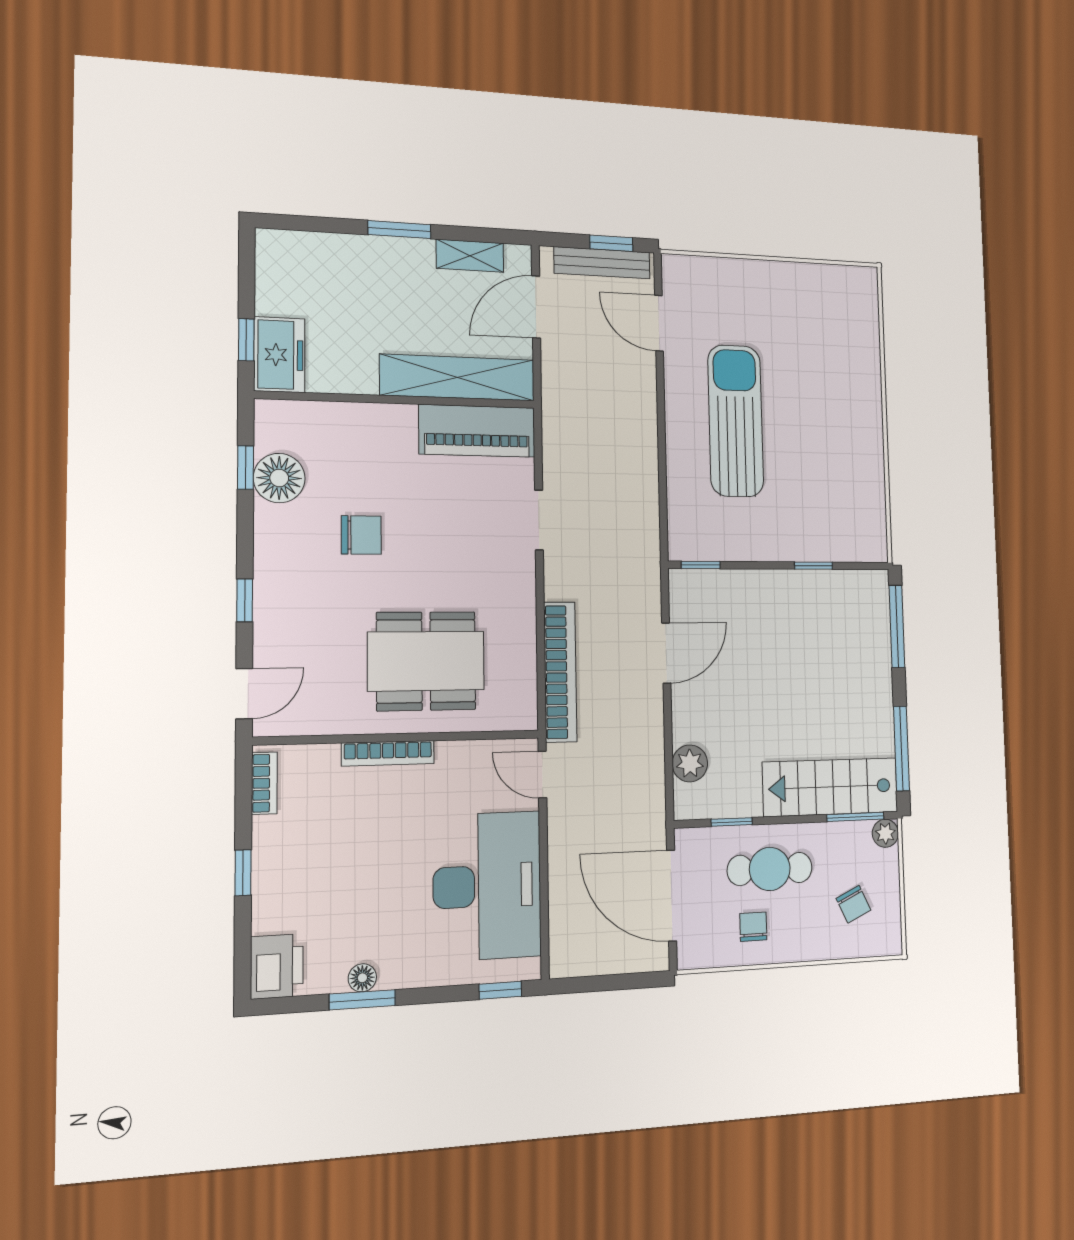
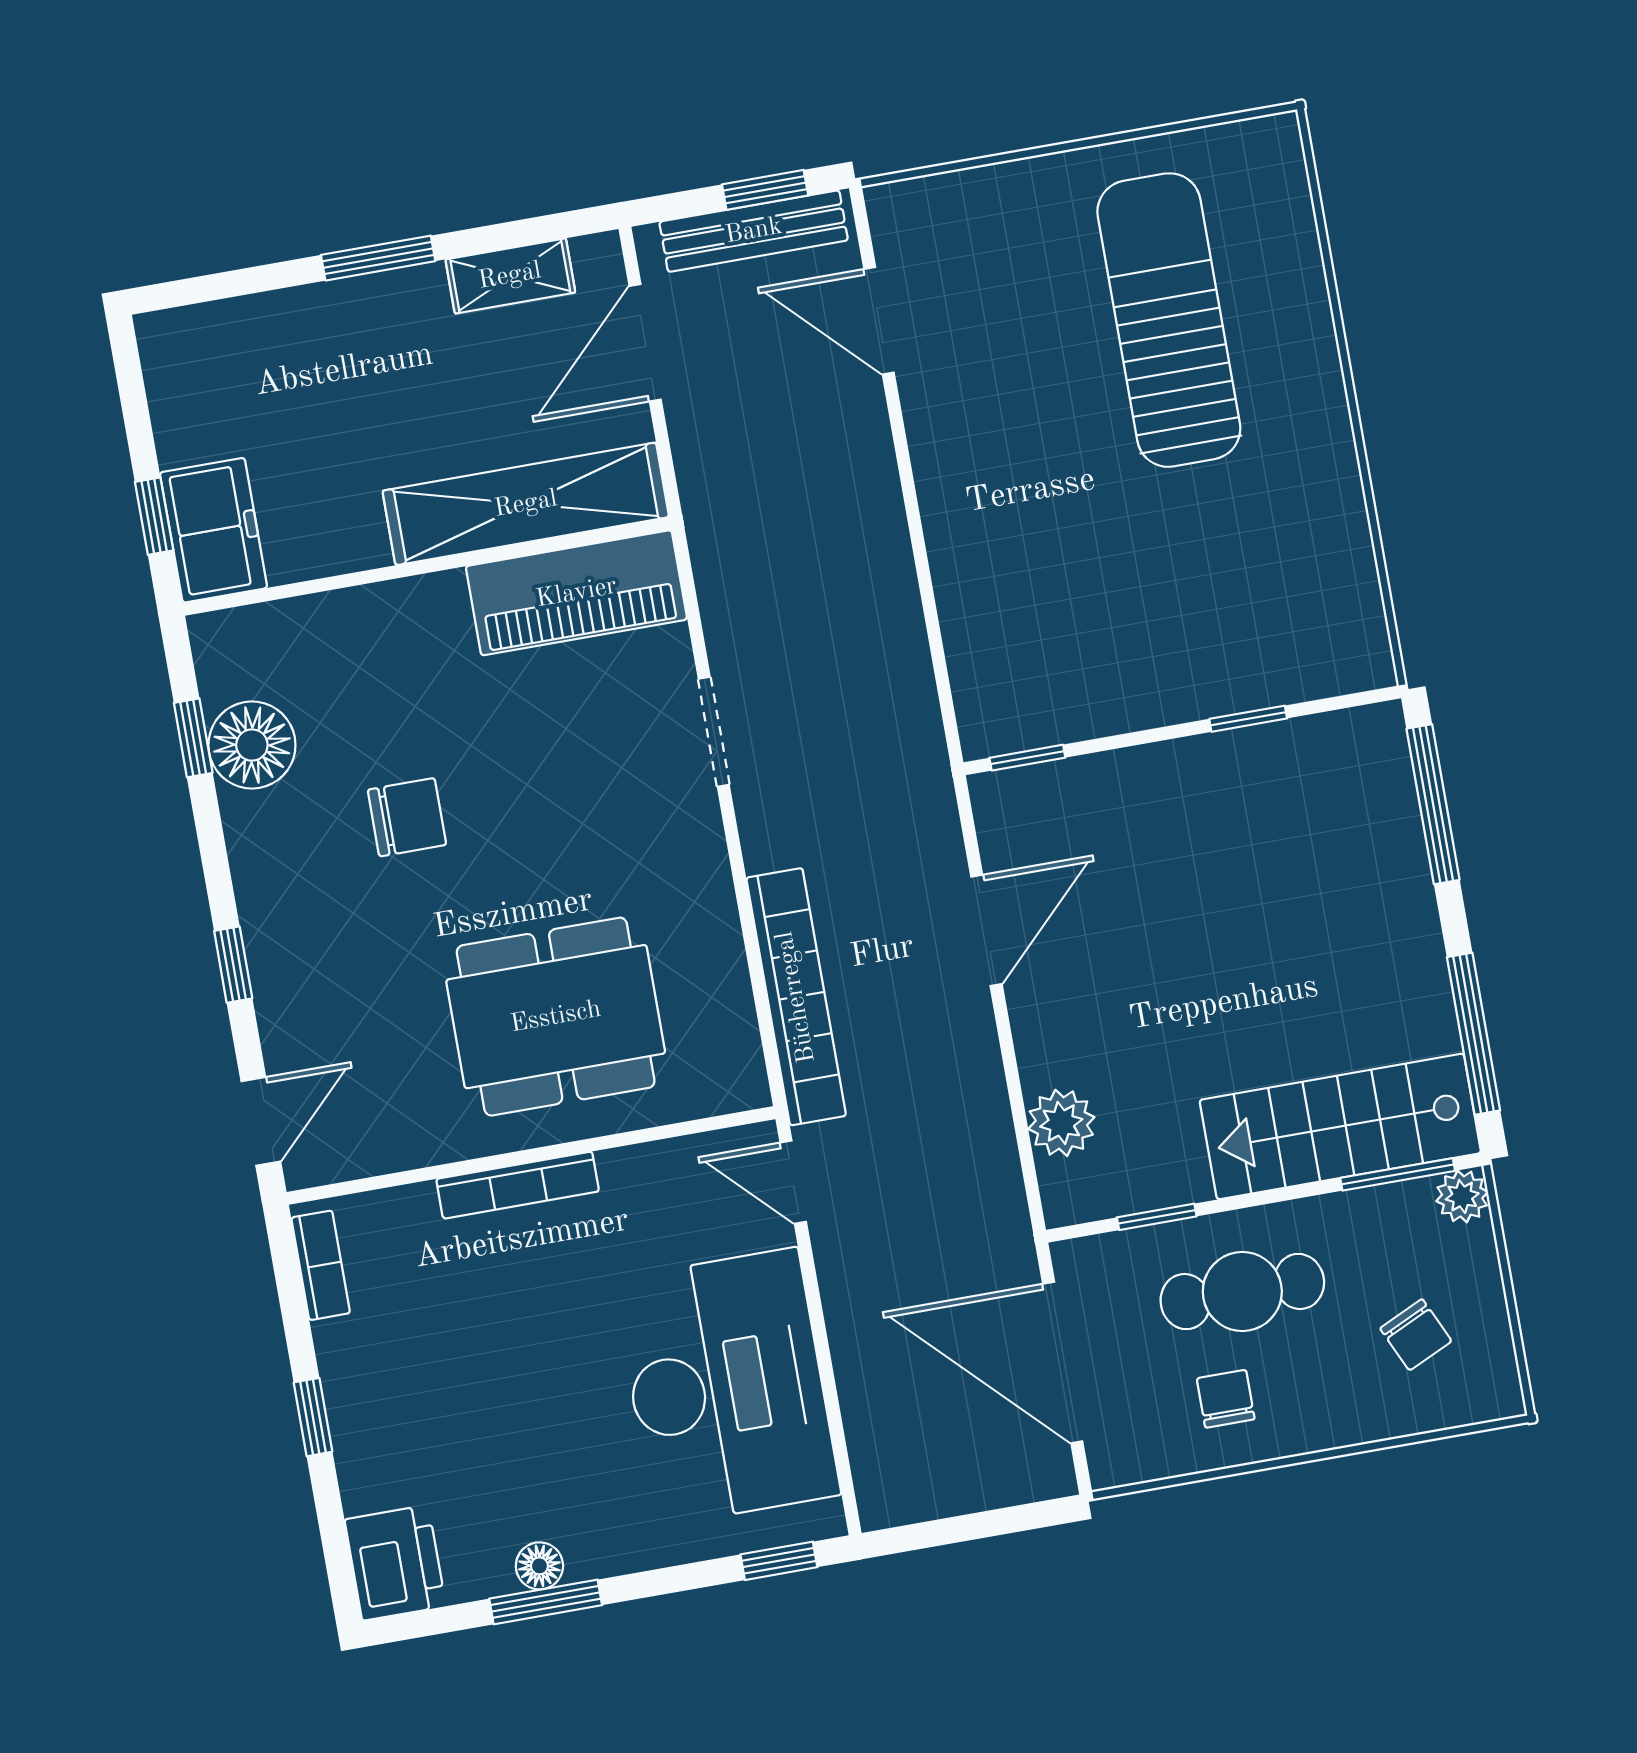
sun lounger: (736, 421) -> (1169, 320), moved

